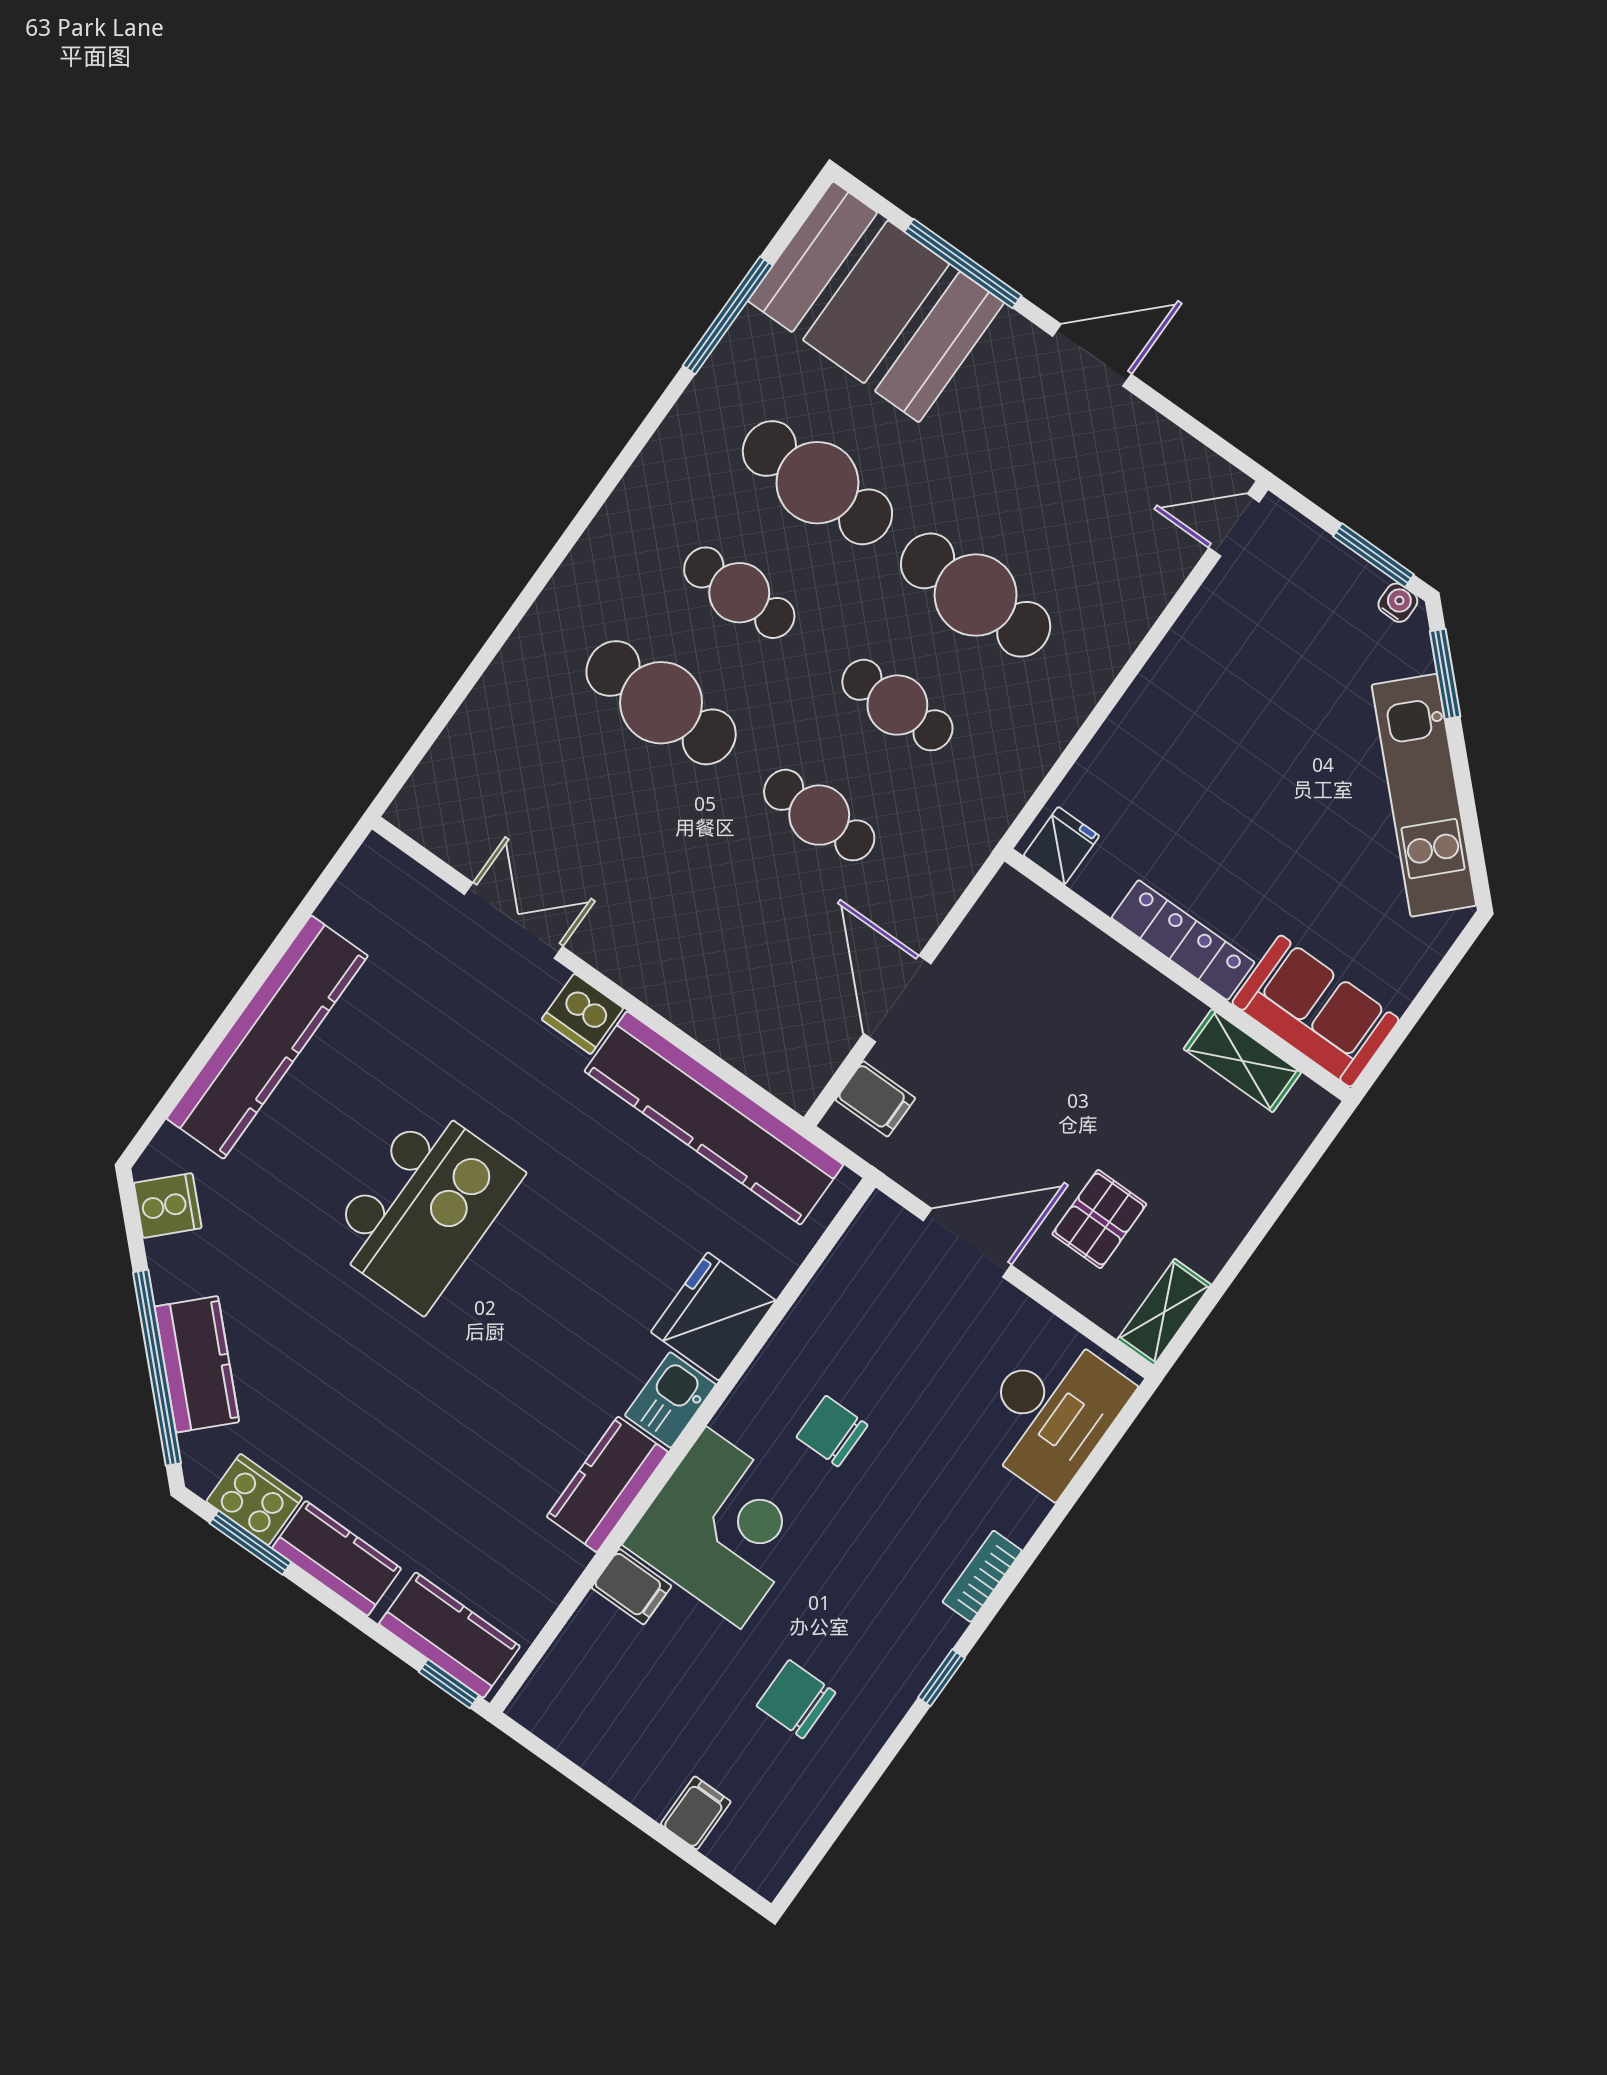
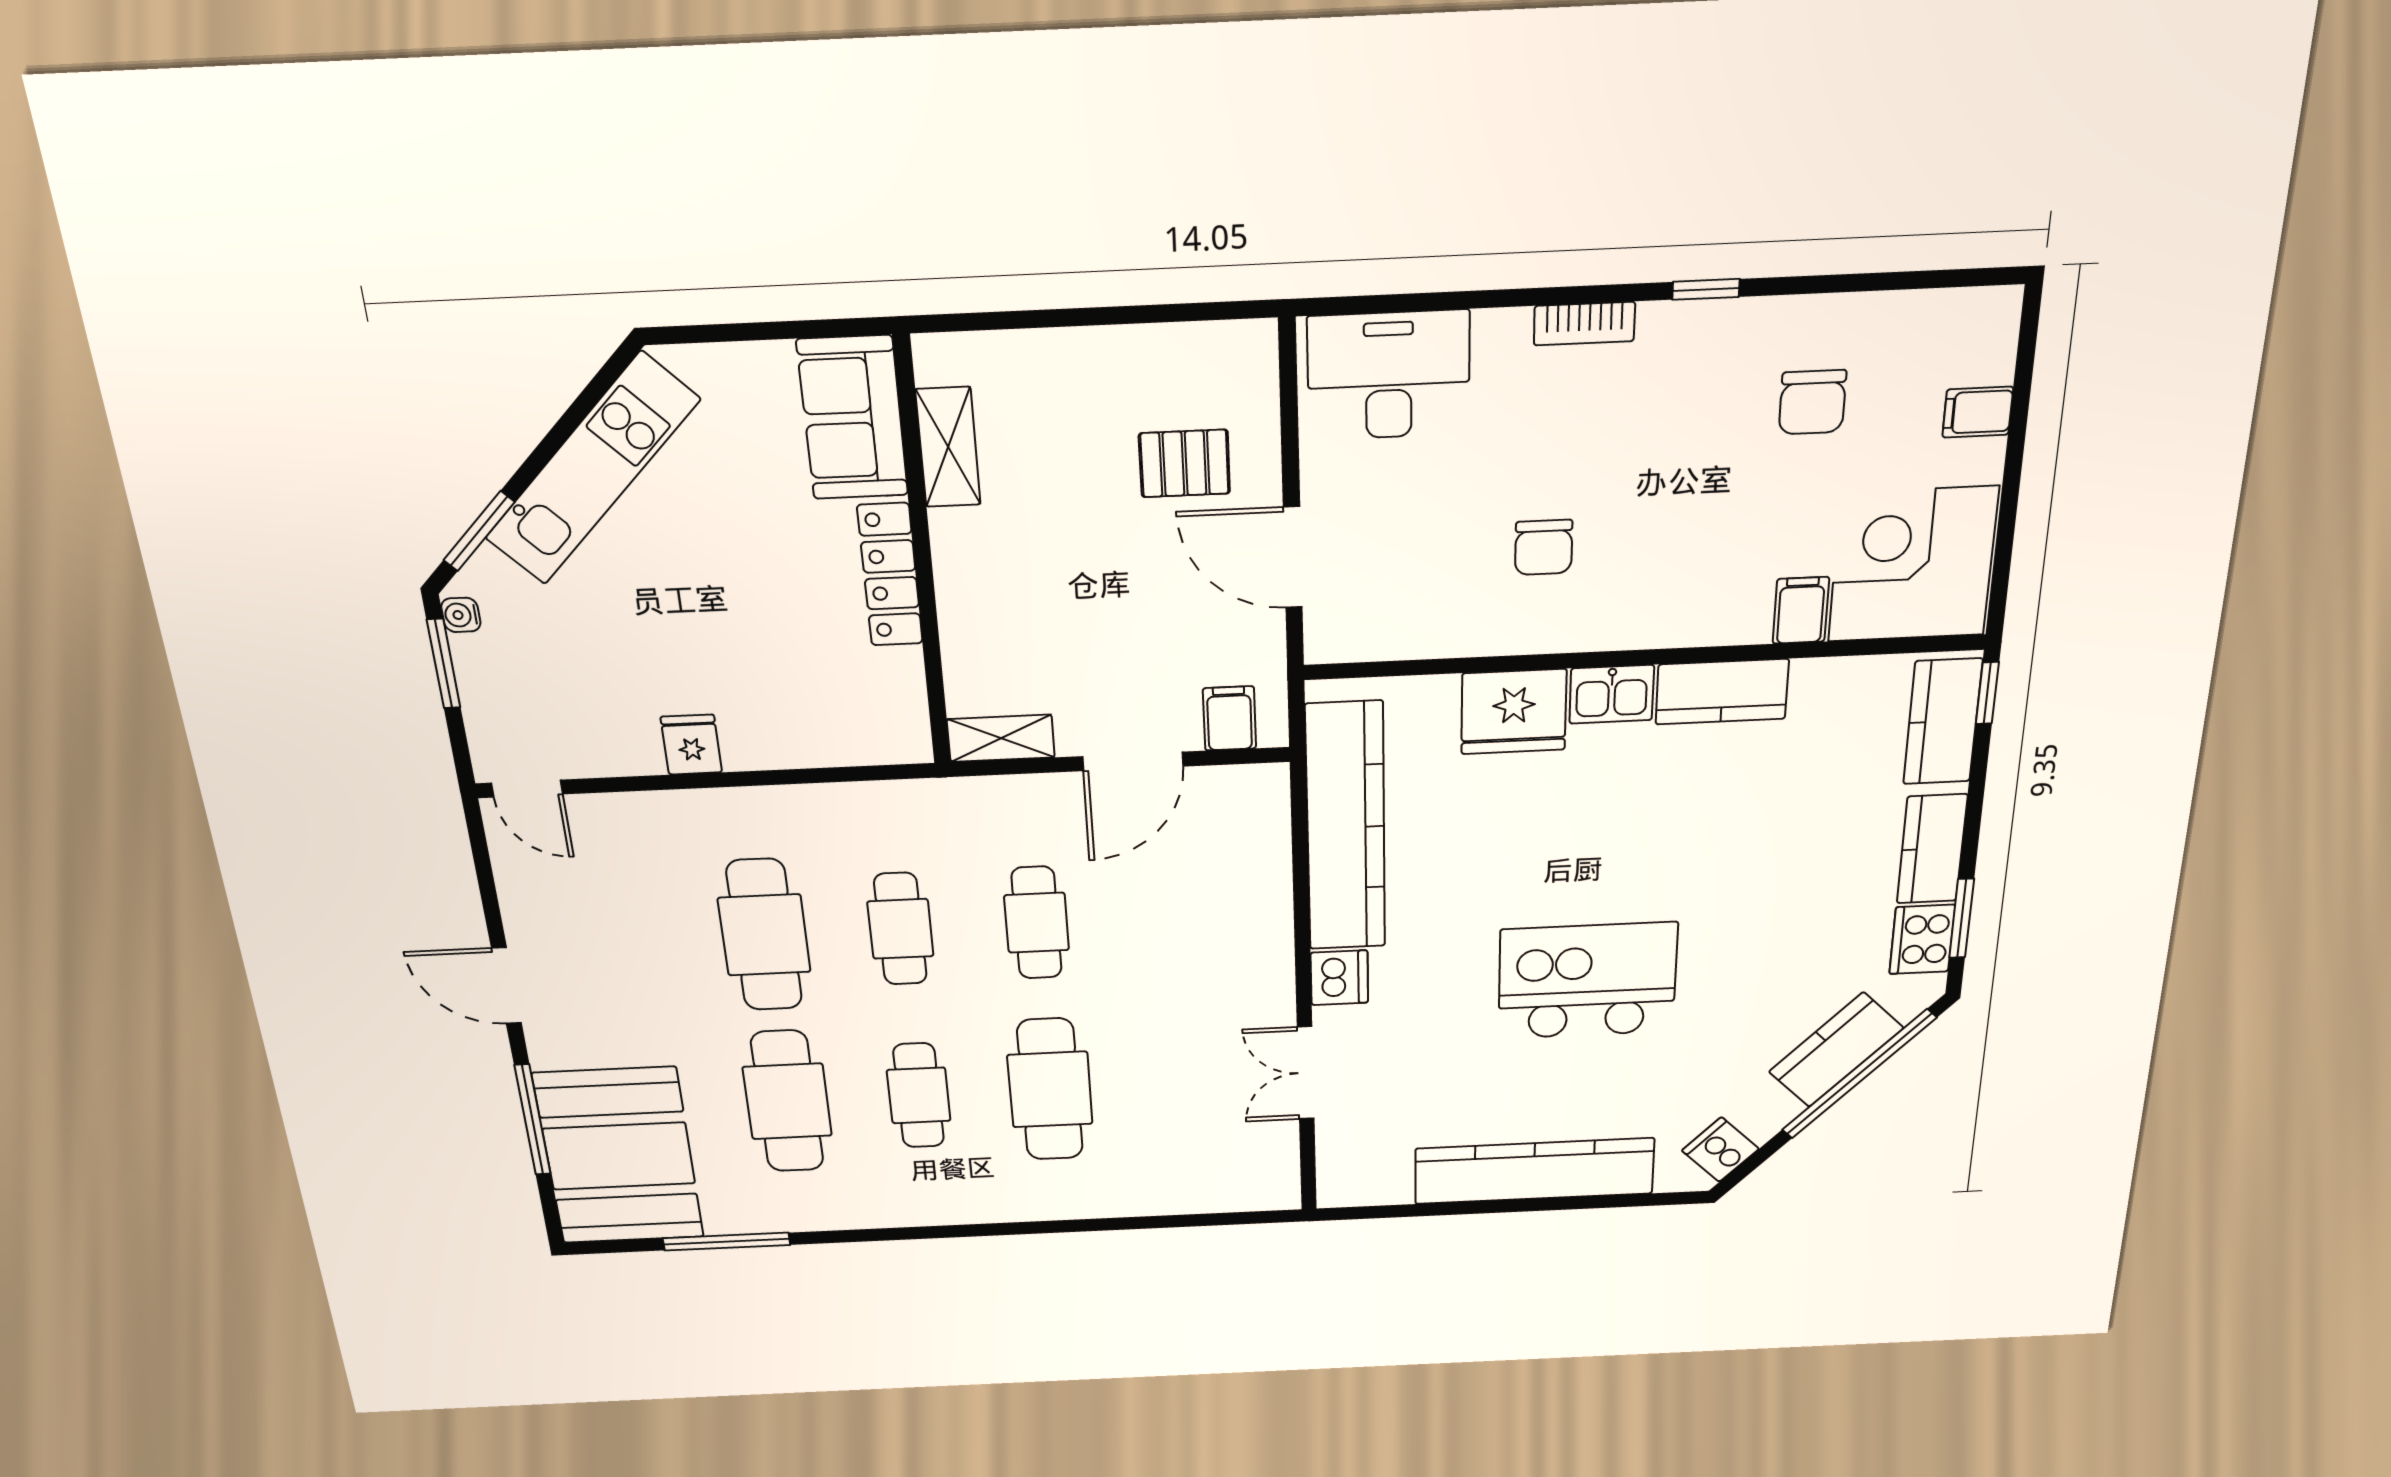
fridge: (1061, 846) -> (691, 745), moved, turned 90
shelving: (1164, 1312) -> (1001, 738), moved
corner desk: (723, 1528) -> (1913, 564), moved

